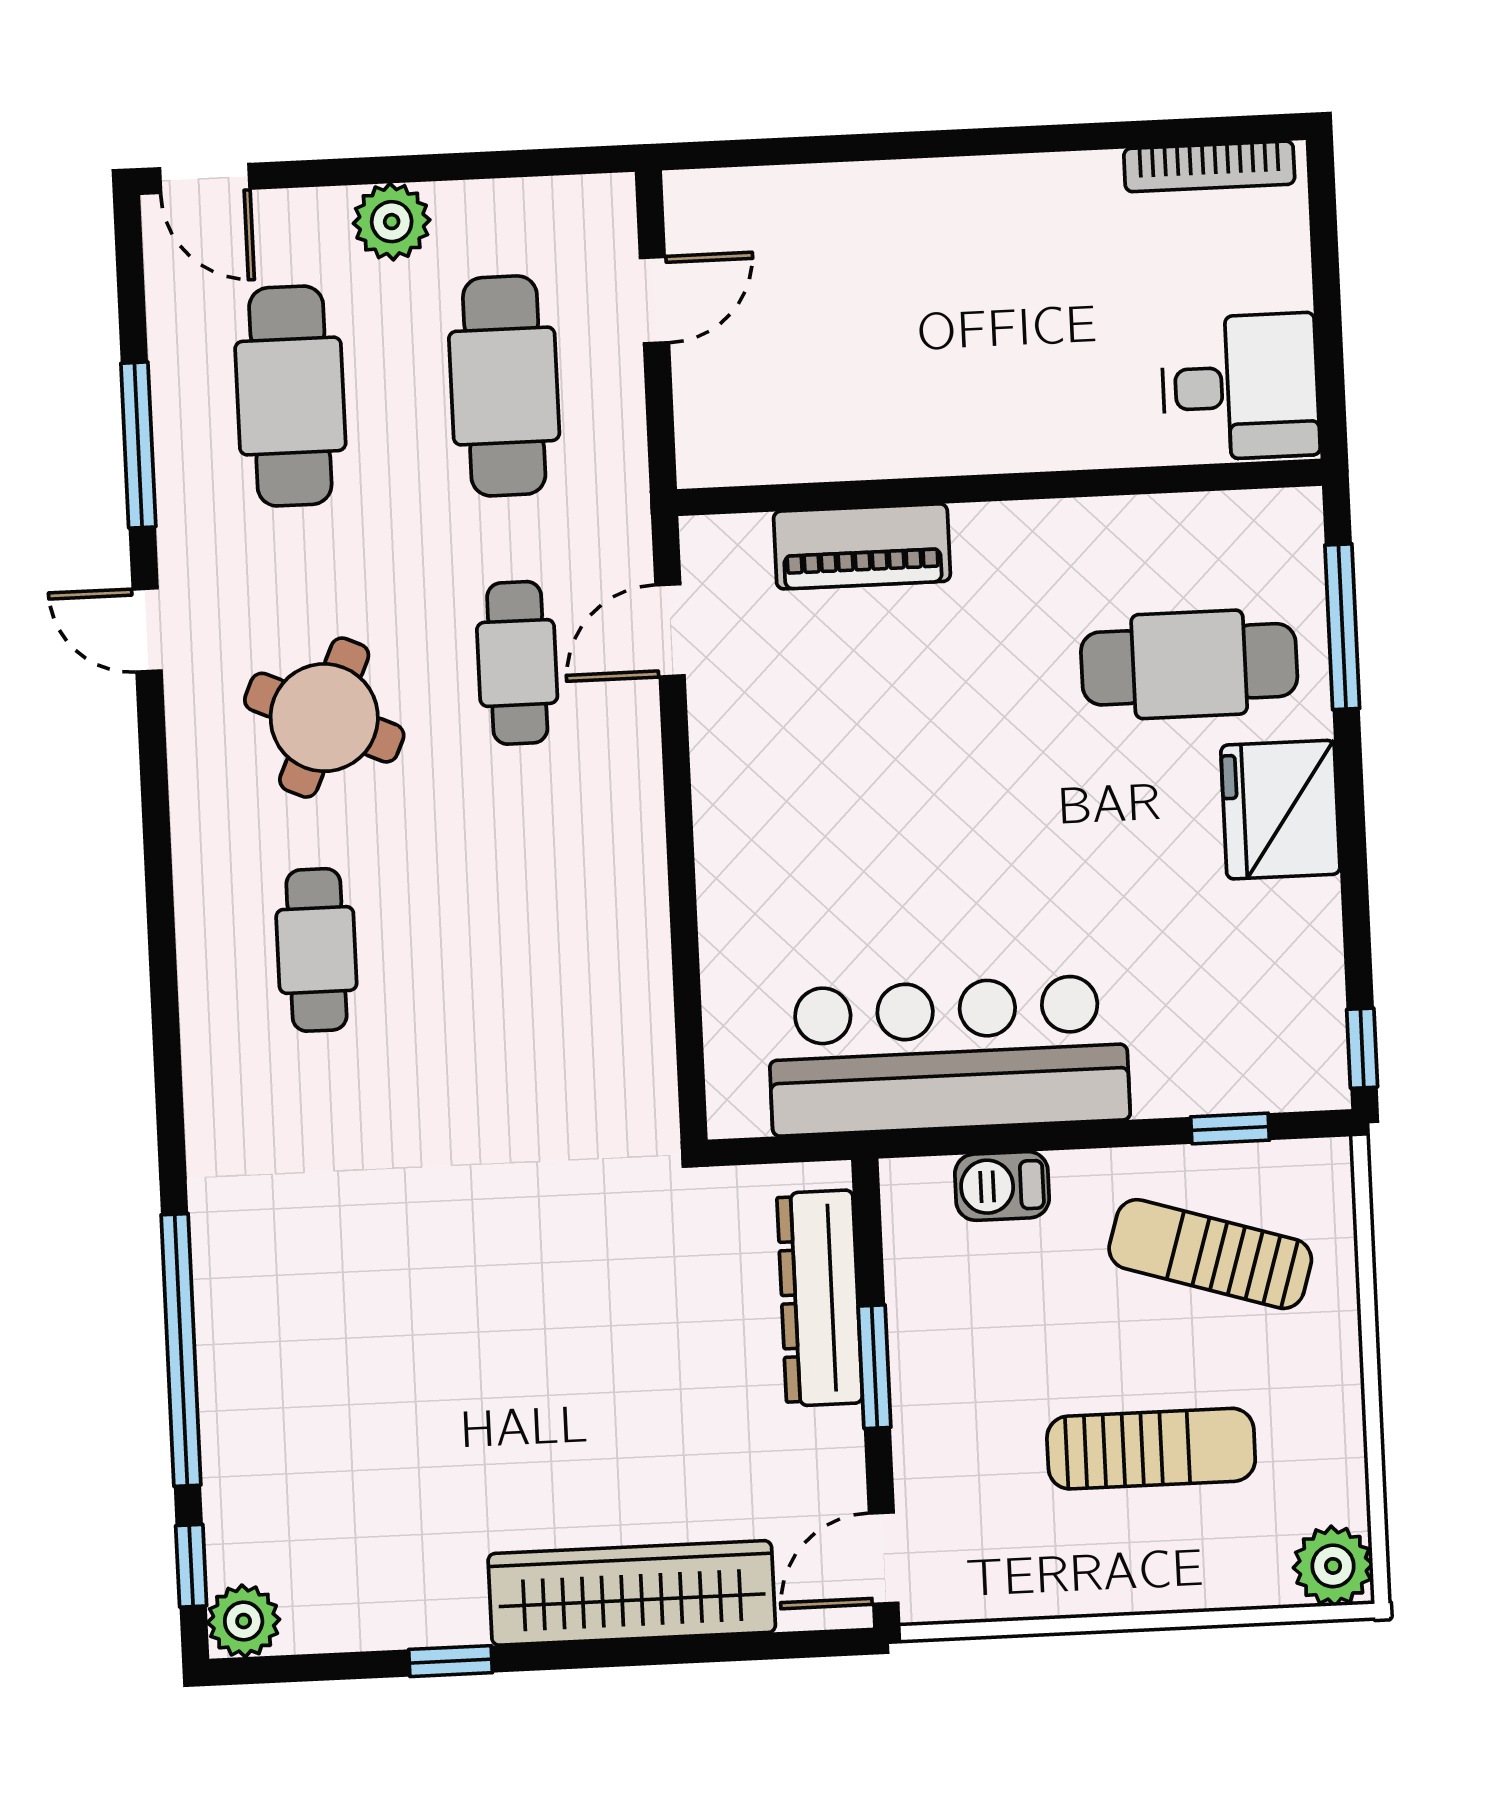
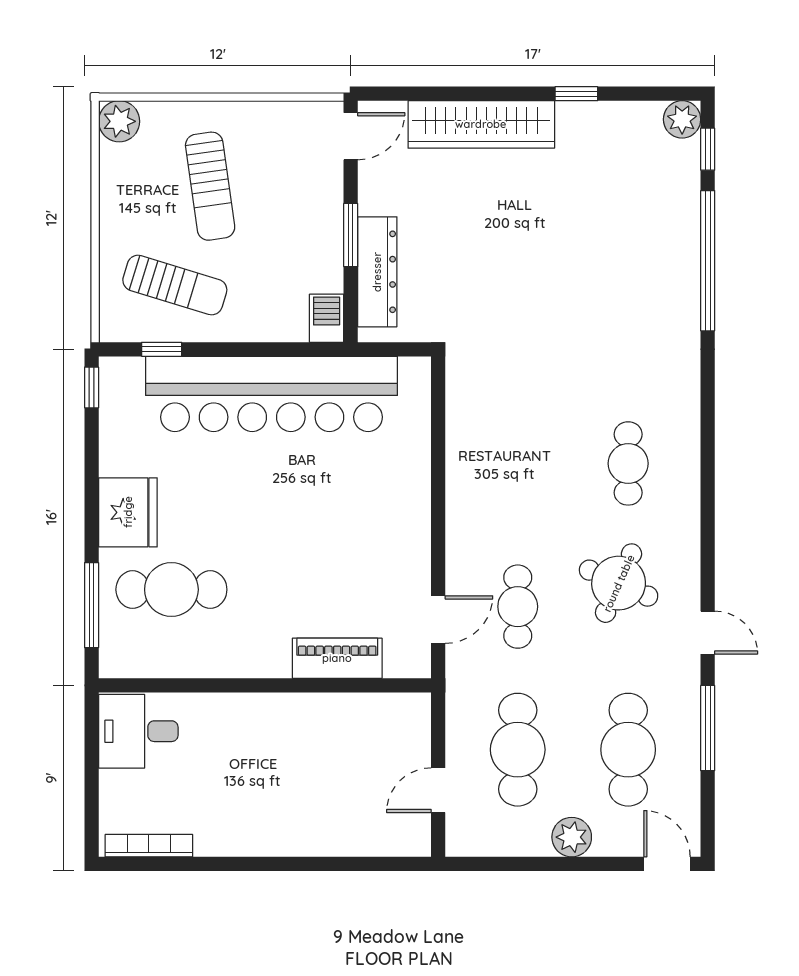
bar counter: (948, 1055) -> (272, 394), width x1.36
barbecue: (1002, 1186) -> (327, 318), moved, turned -90
sun lounger: (1151, 1449) -> (210, 186), turned -98

